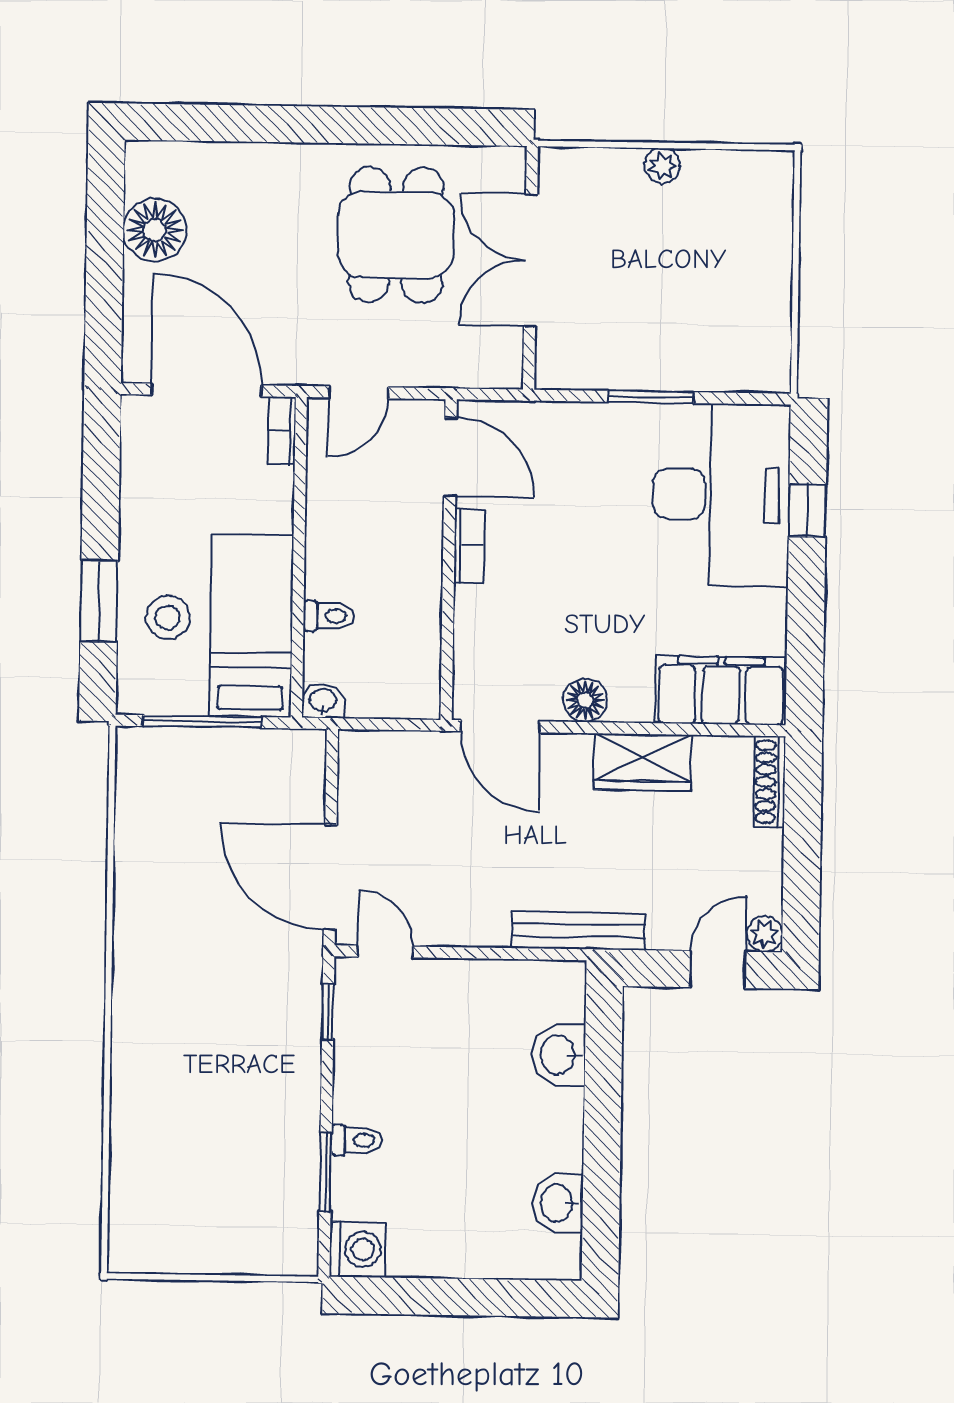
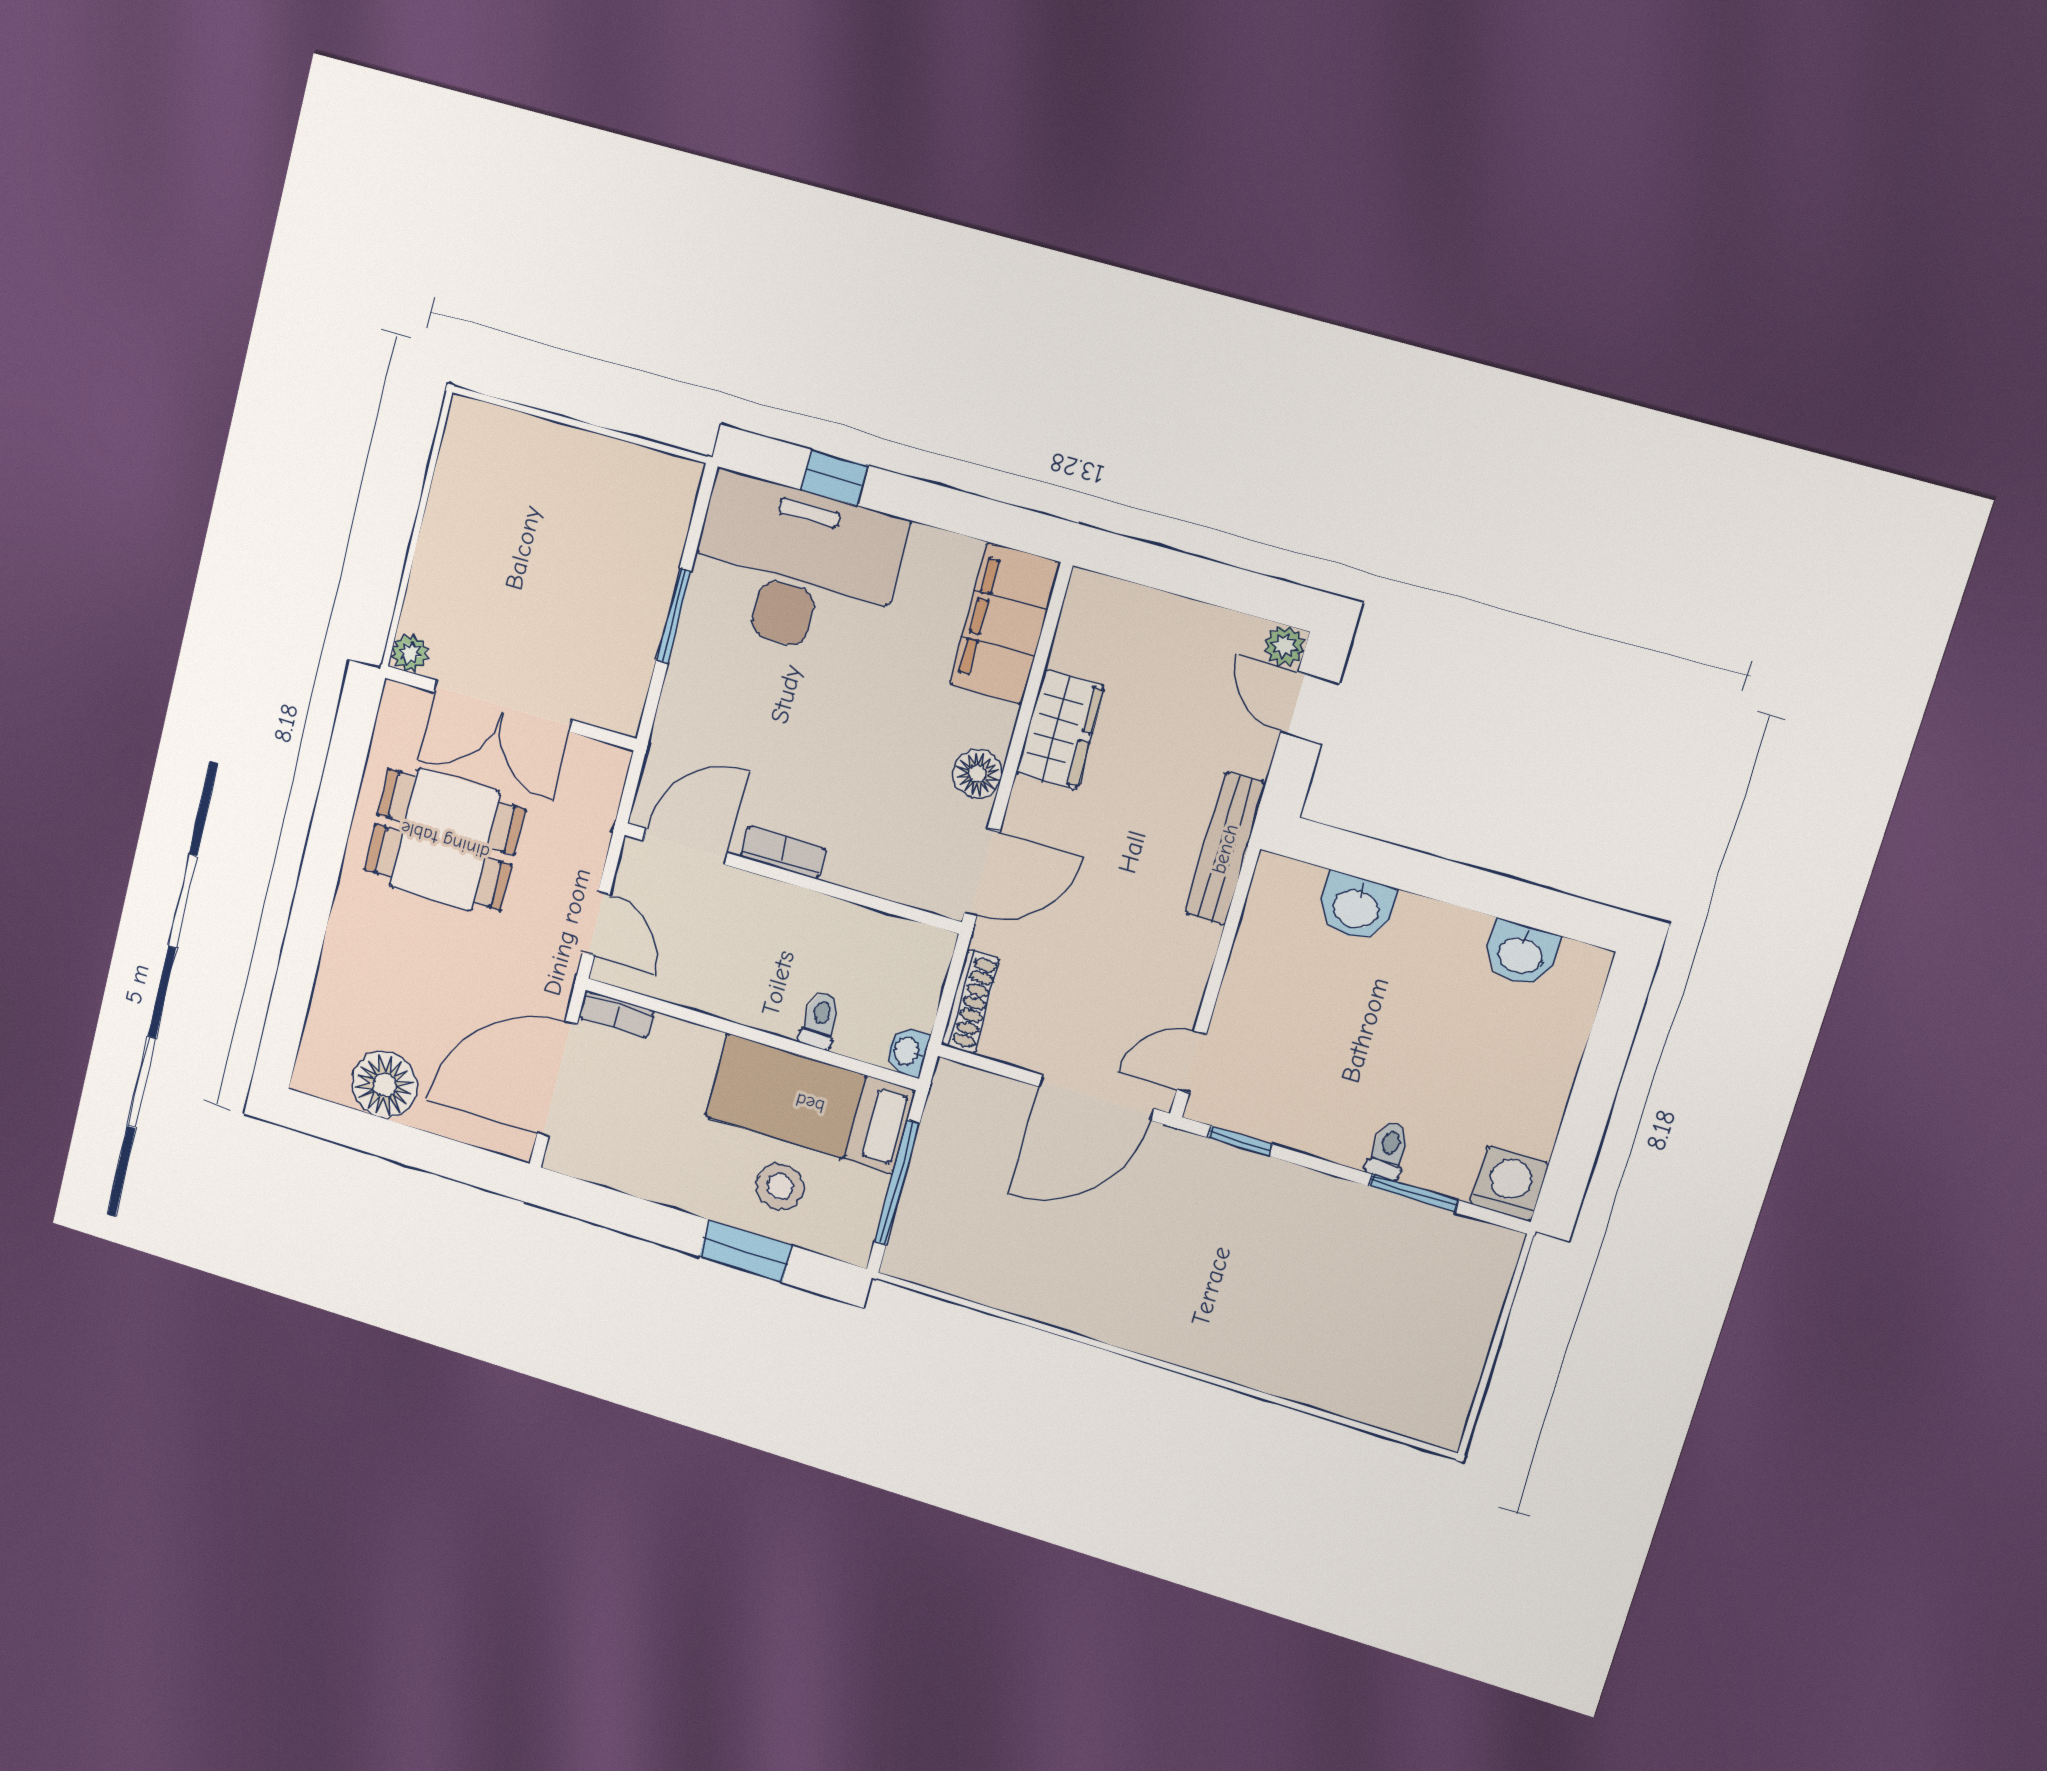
plant: (662, 166) -> (410, 653), moved
shoe rack: (769, 782) -> (971, 1002), moved, turned -90

